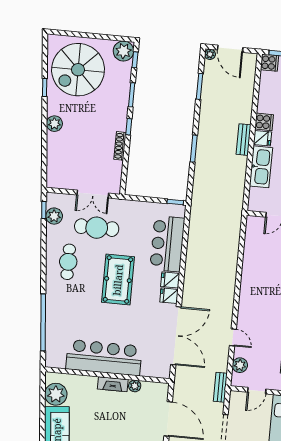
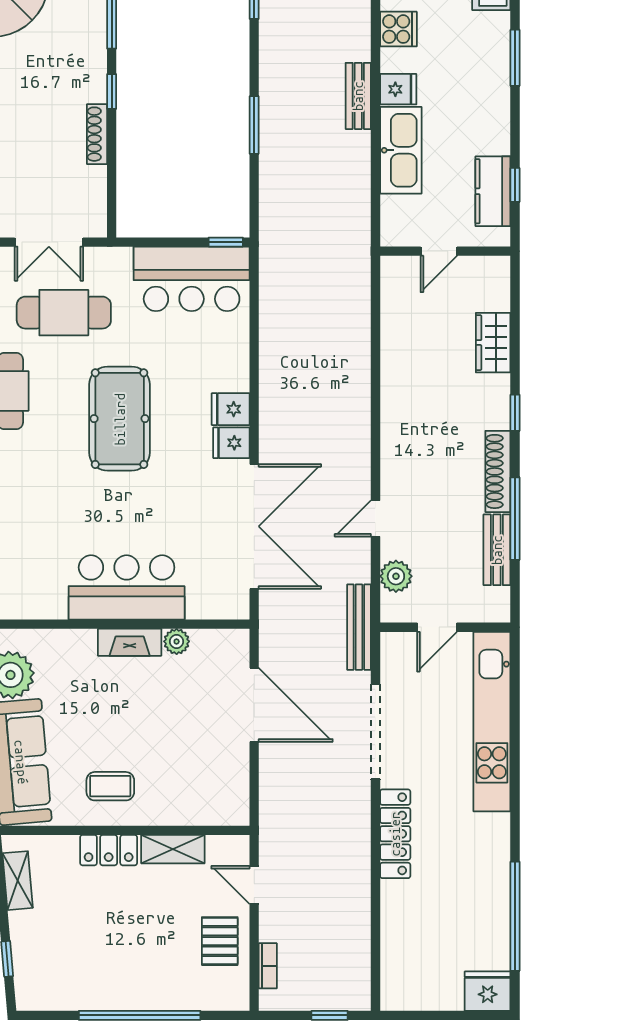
cooker: (264, 122) -> (398, 29), moved
bar counter: (167, 244) -> (192, 279), moved, turned -90
door: (233, 337) -> (375, 519), swing flipped
bar counter: (104, 358) -> (127, 587), width x0.73
bench: (220, 387) -> (359, 627), width x1.36

